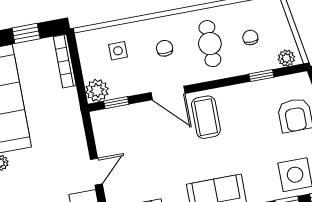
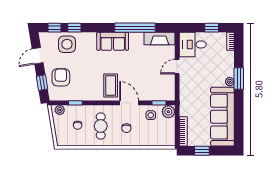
side table: (118, 51) -> (151, 115), moved

